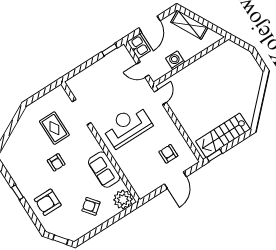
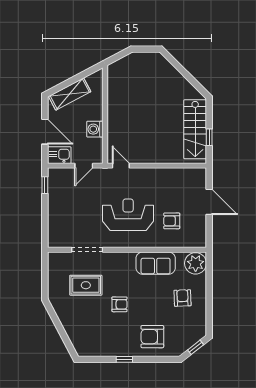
reception desk: (127, 126) -> (128, 215), turned 90
armchair: (168, 154) -> (172, 221), moved
window: (214, 155) -> (209, 137), moved
armchair: (48, 202) -> (152, 337), turned 90
armchair: (91, 206) -> (182, 298), turned 127

